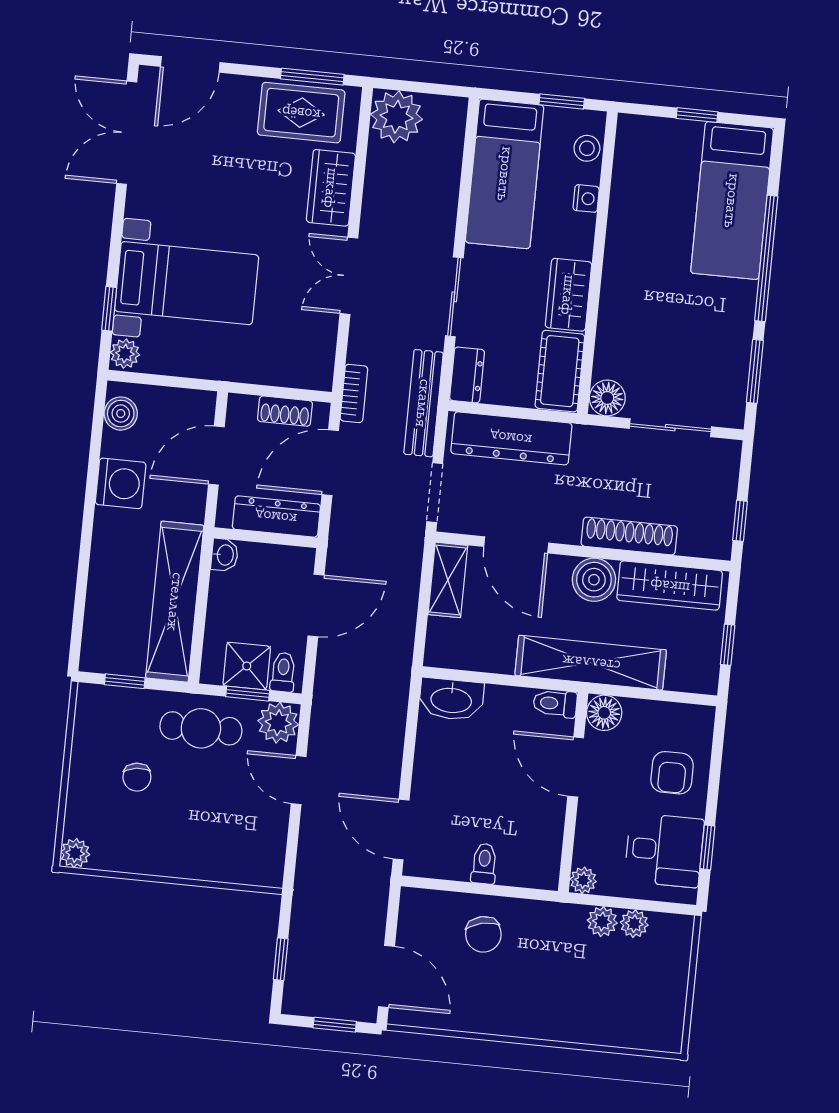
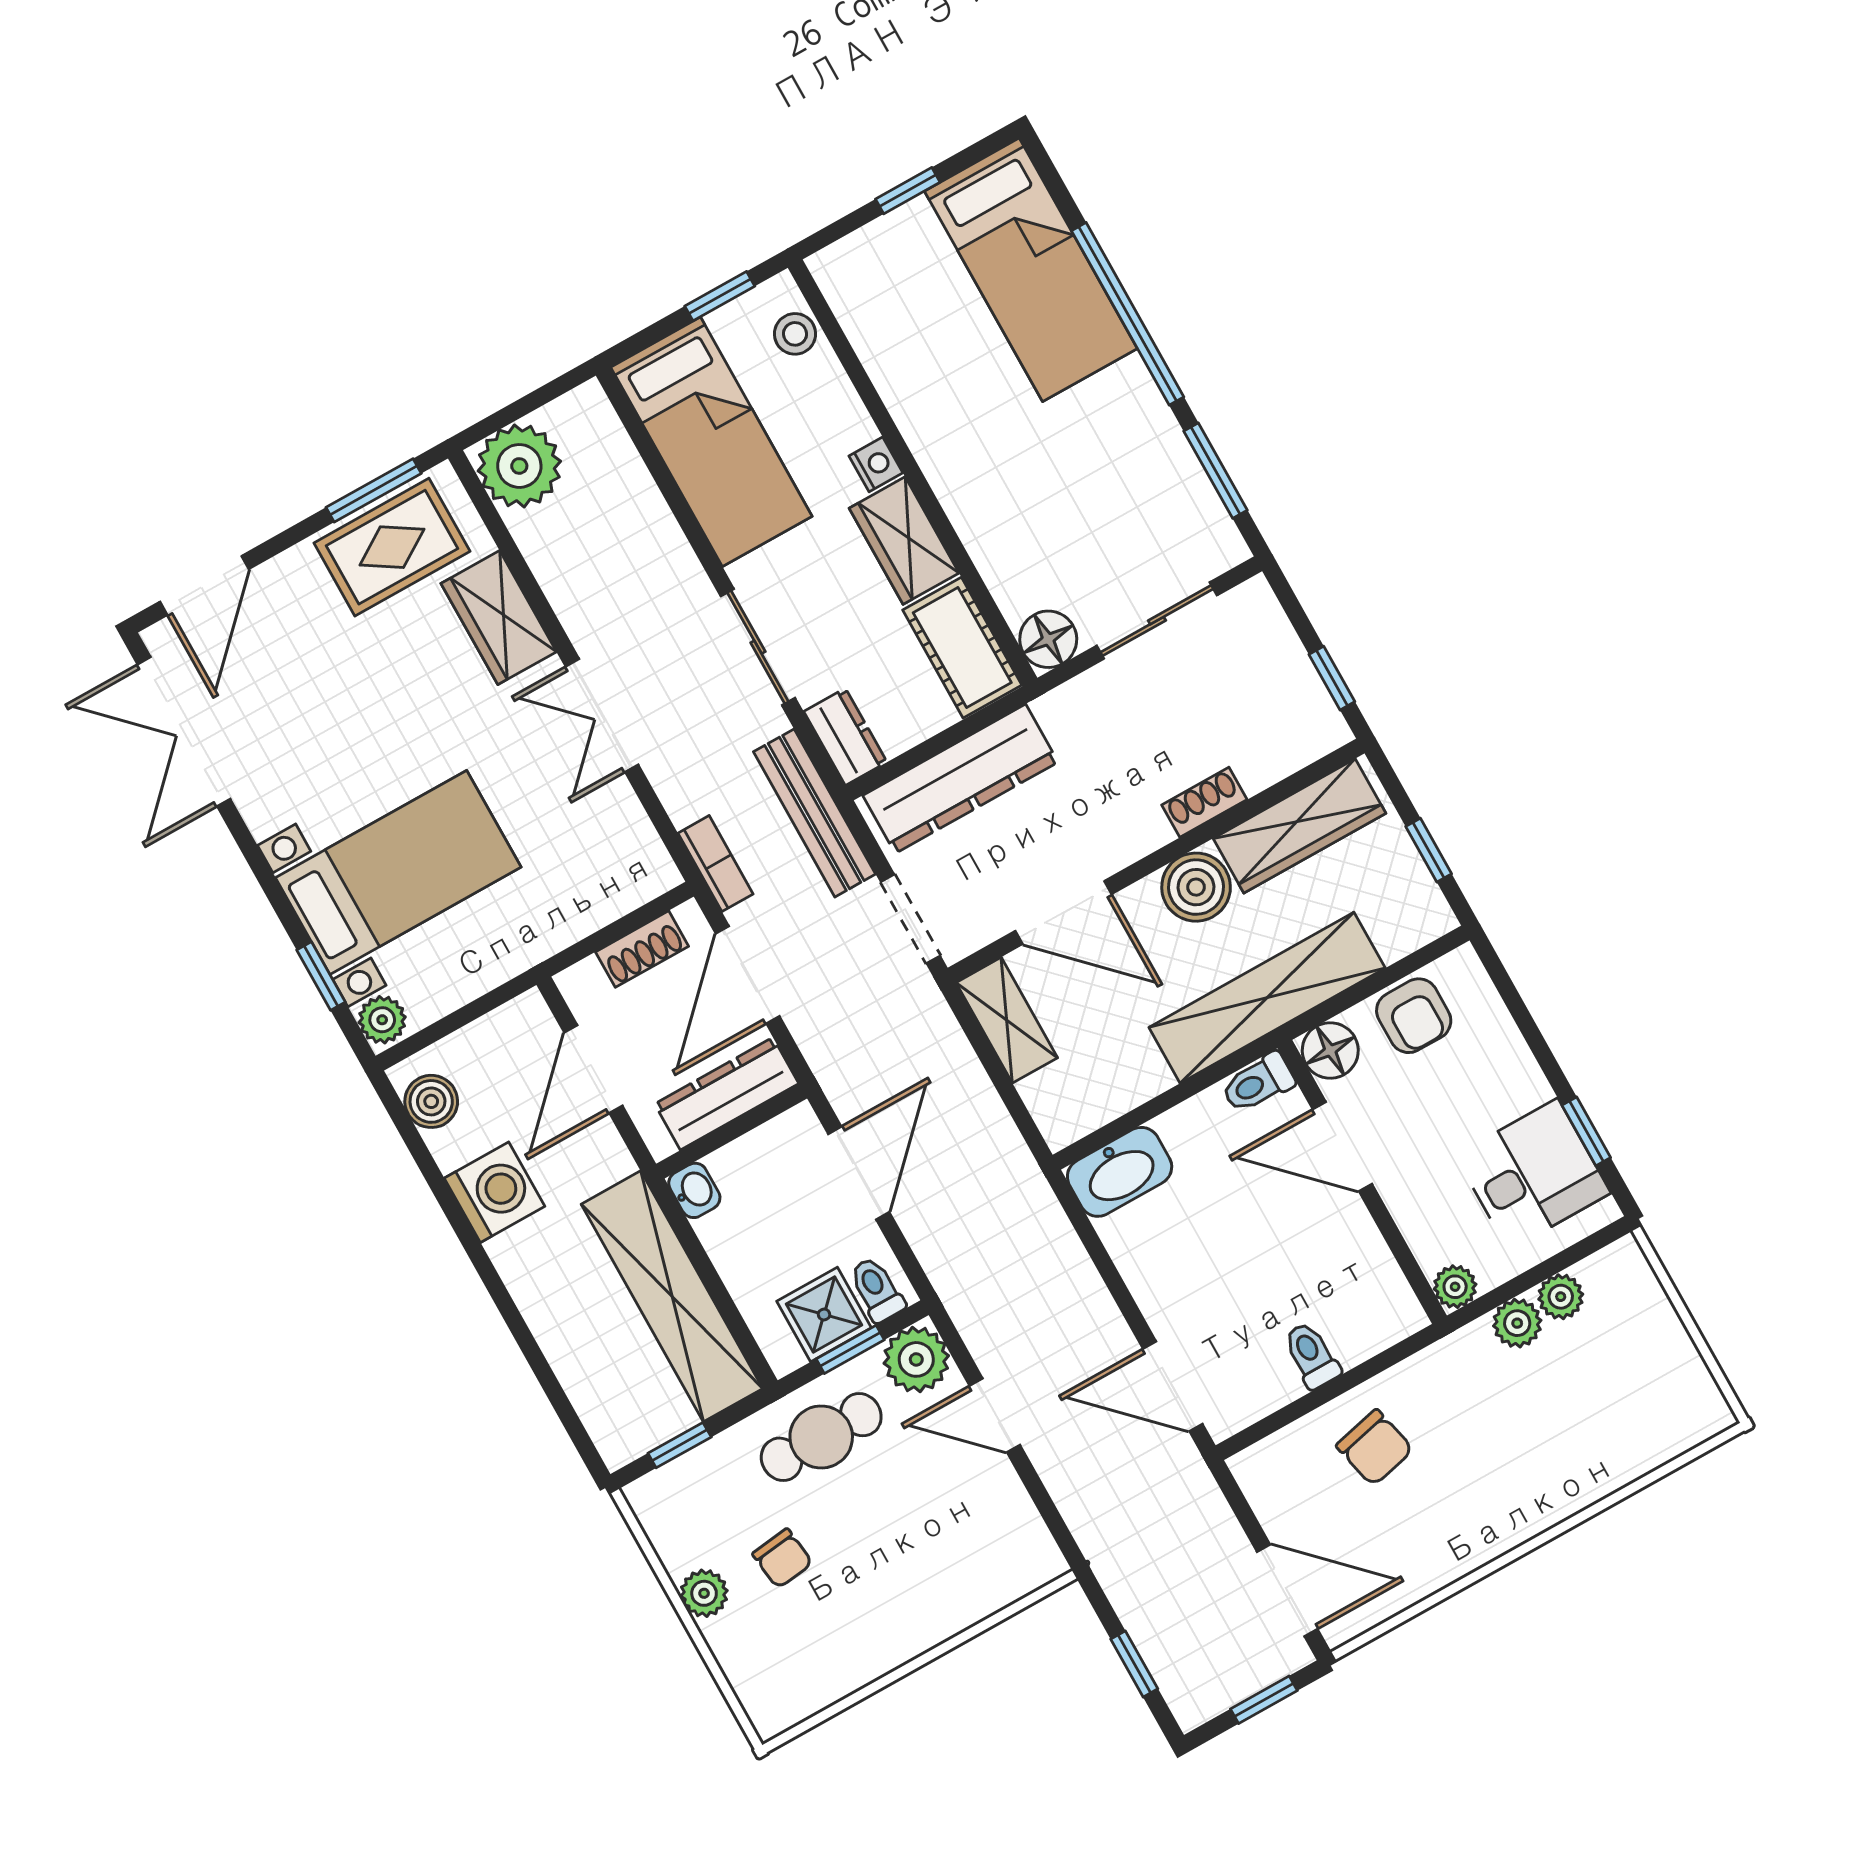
nightstand: (586, 198) -> (876, 464), moved
shoe rack: (629, 536) -> (1204, 802), width x0.51, depth x0.81
armchair: (672, 773) -> (1414, 1016), moved
plant: (75, 853) -> (704, 1593), moved

